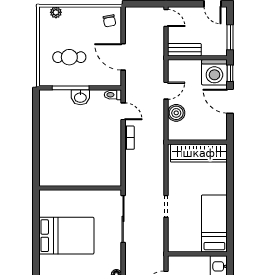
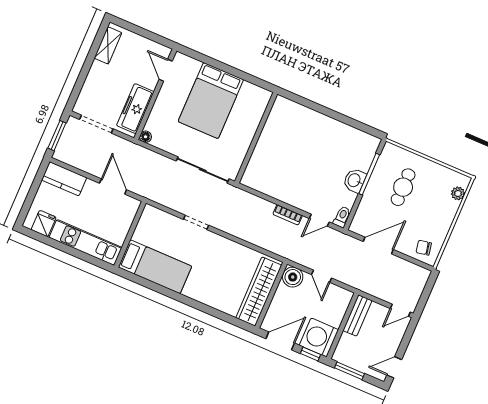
wall: (197, 142) -> (271, 295), moved
wardrobe: (199, 153) -> (259, 292), moved

